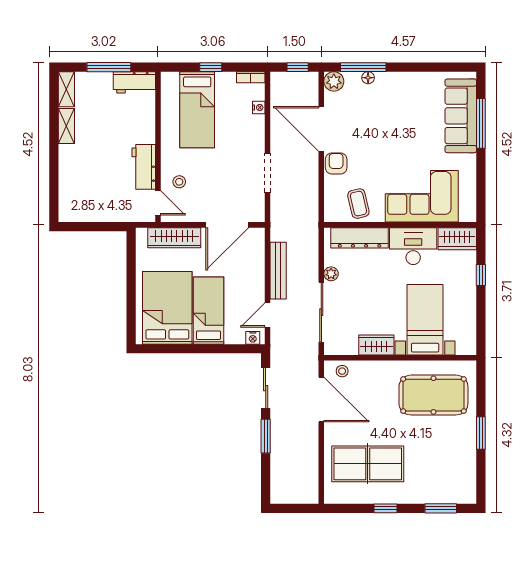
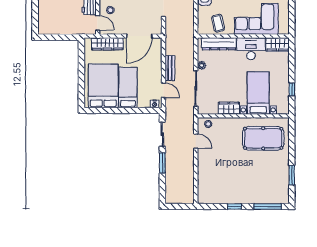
bench: (278, 271) -> (170, 68), width x0.73
window: (481, 275) -> (292, 89), moved
door: (267, 315) -> (163, 90), swing flipped
door: (321, 400) -> (196, 141), width x0.53
window: (481, 433) -> (292, 175), moved
table tennis table: (368, 464) -> (224, 180), removed
window: (441, 508) -> (268, 206), width x1.44

